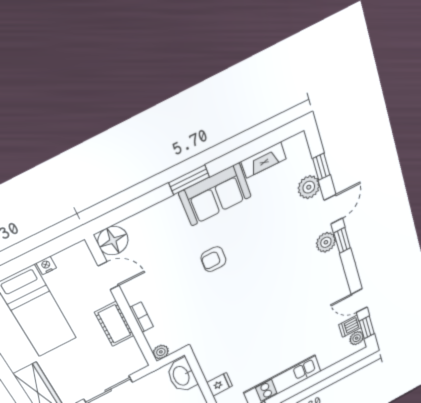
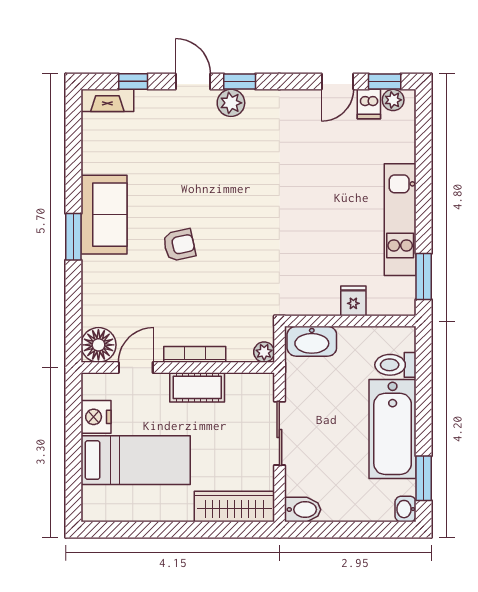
fireplace: (264, 160) -> (107, 100), moved, turned 90
plant: (309, 187) -> (150, 104), removed
armchair: (213, 259) -> (179, 245), turned -102
nightstand: (46, 265) -> (96, 417), width x1.89, depth x1.79
bookcase: (142, 317) -> (195, 354), width x1.56

